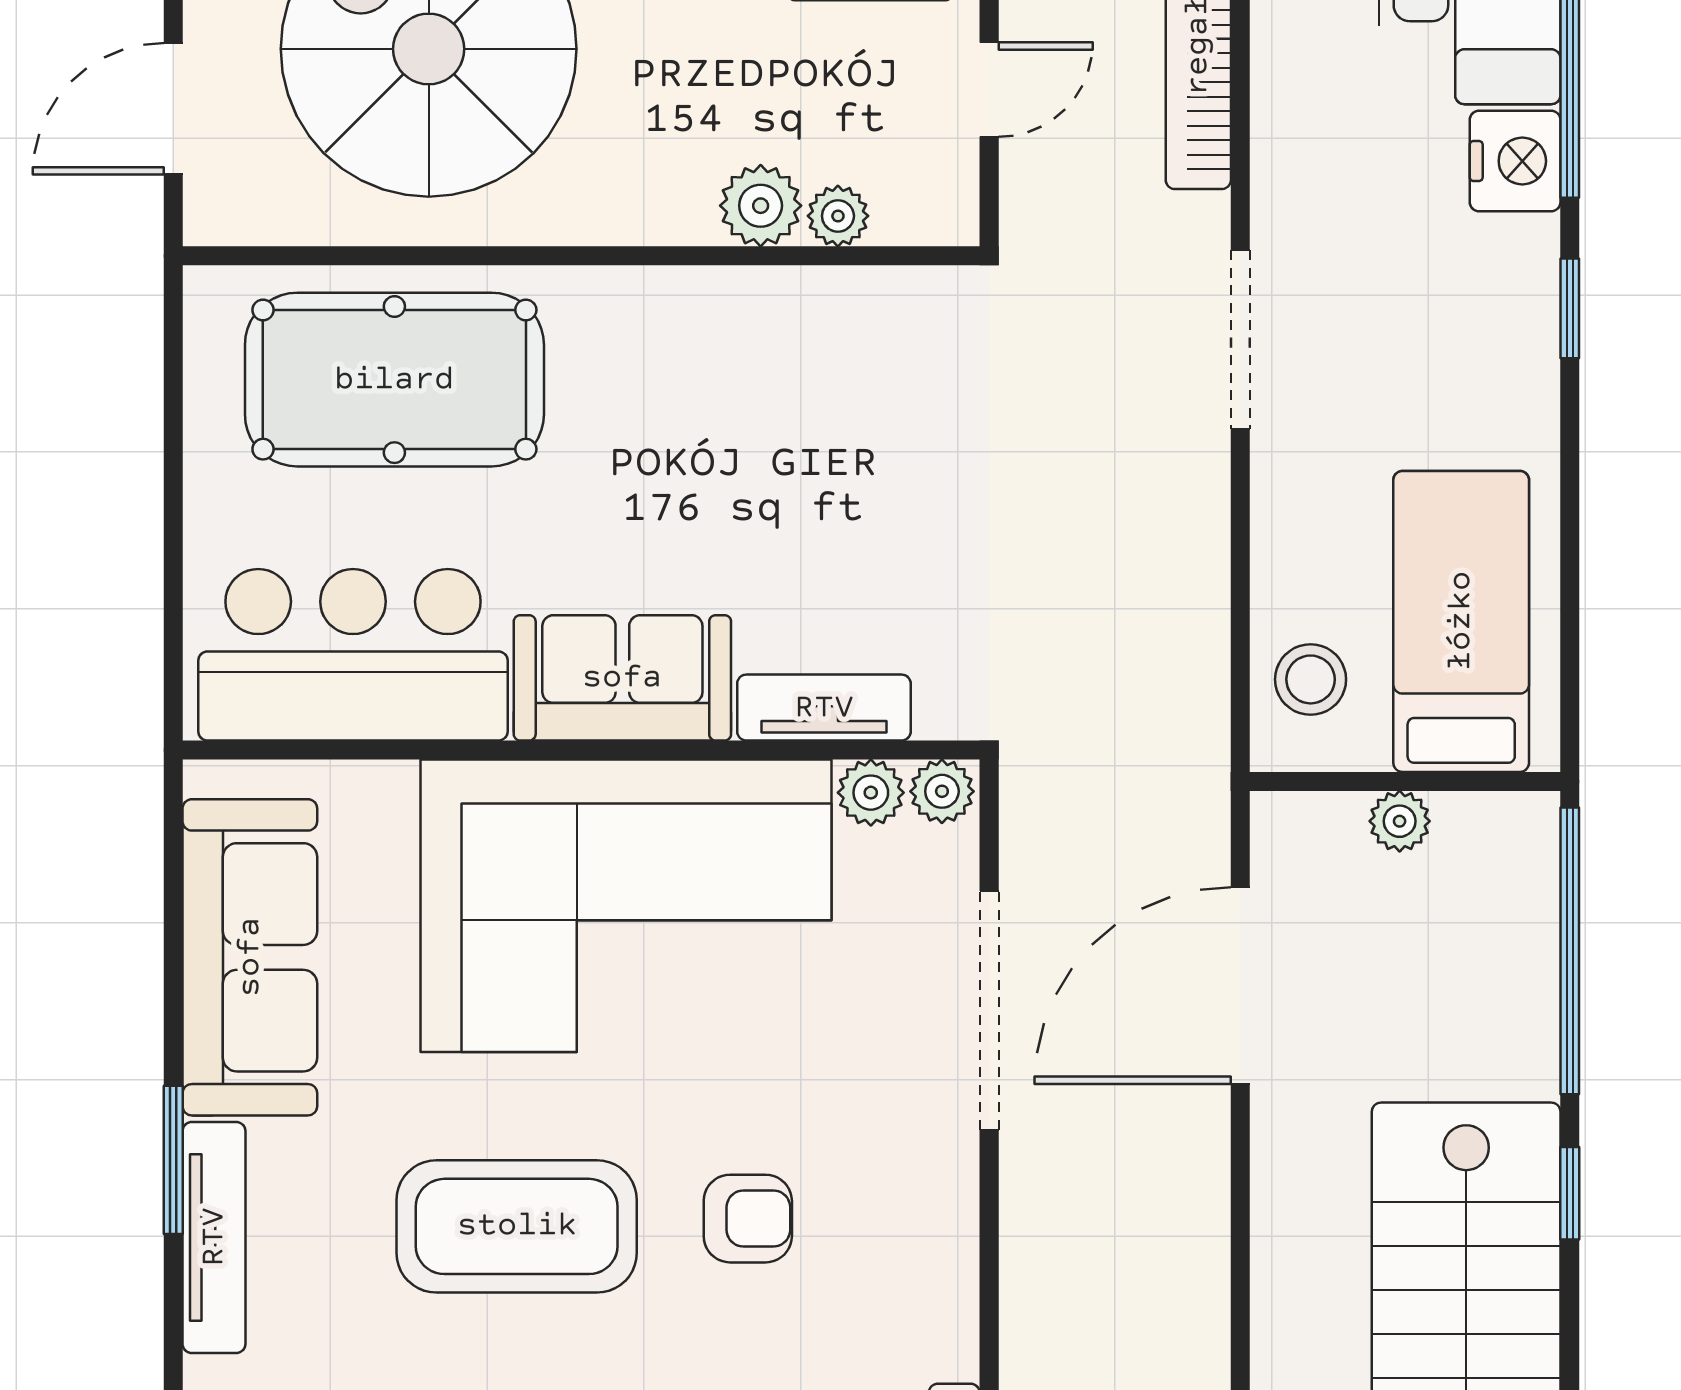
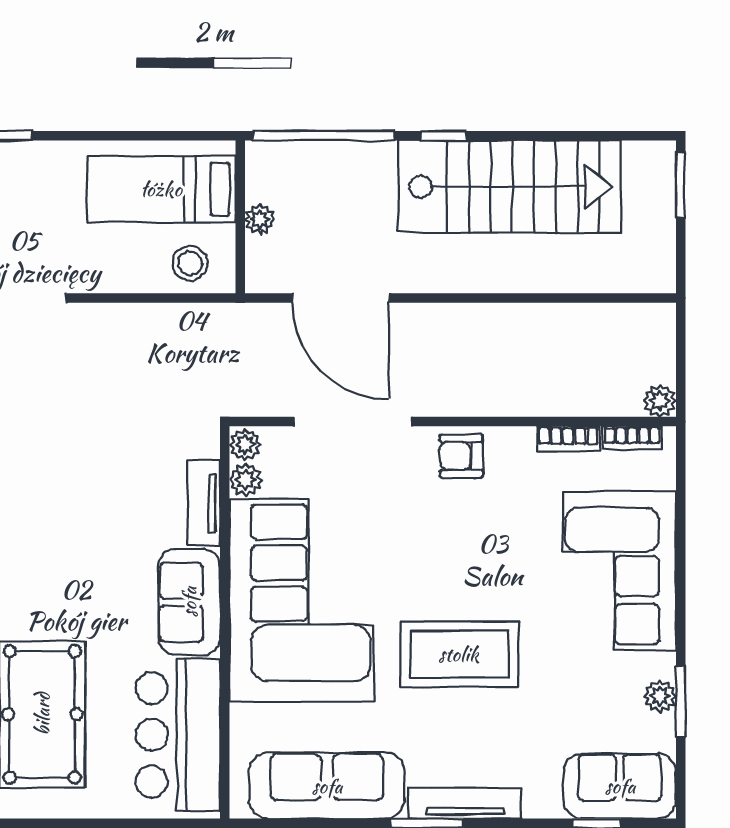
armchair: (748, 1219) -> (461, 456), moved, turned -90
coffee table: (517, 1226) -> (459, 654), turned 90

